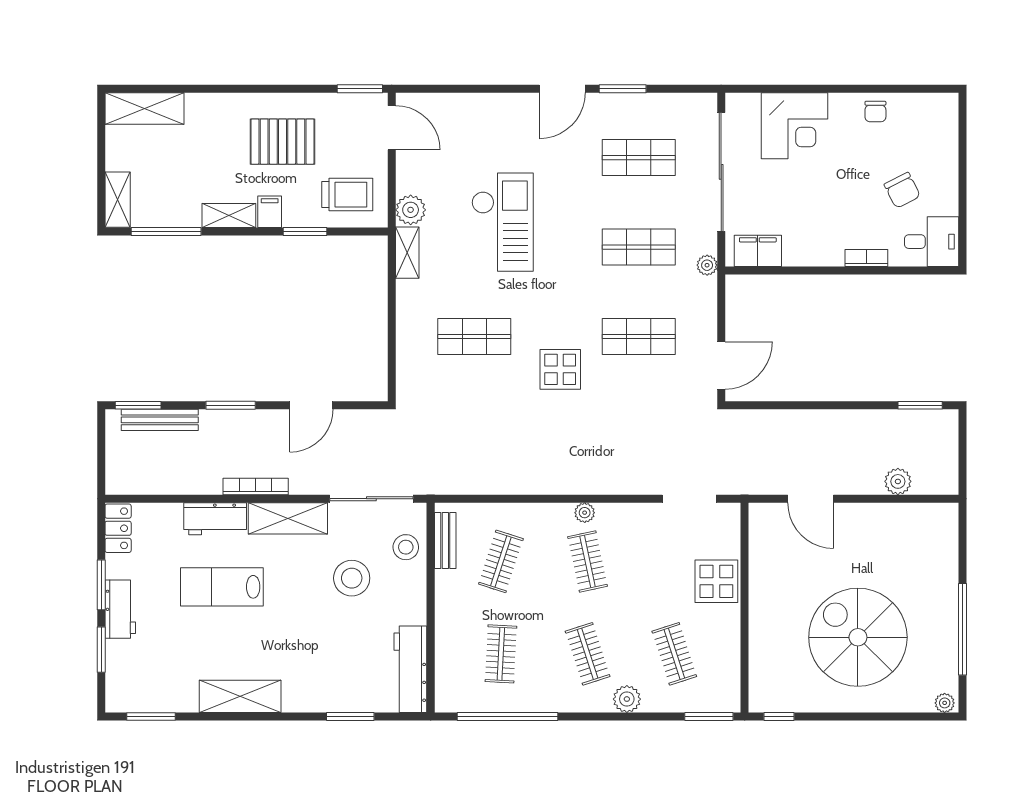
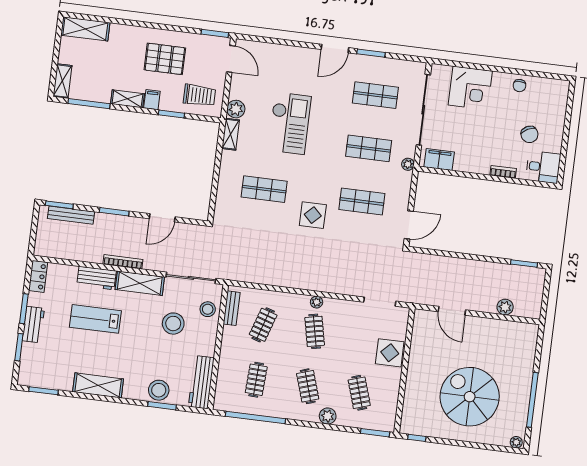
stool: (342, 692) -> (159, 390), added

